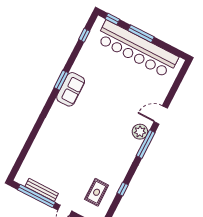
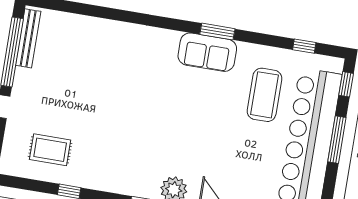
coffee table: (104, 65) -> (264, 95), added
bench: (42, 190) -> (28, 38), moved

